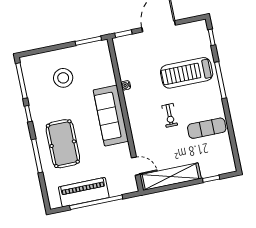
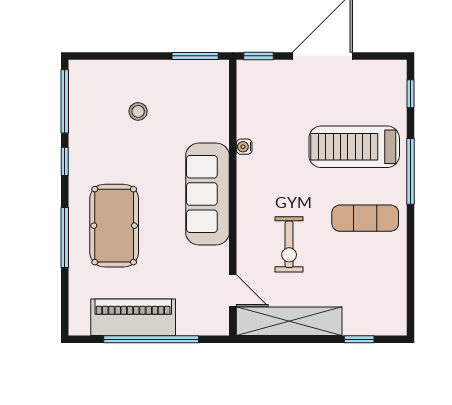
stool: (63, 78) -> (138, 111), width x0.53, depth x0.53
exercise bike: (170, 115) -> (289, 244), moved, width x1.38, depth x1.39
exercise mat: (207, 128) -> (365, 218), moved

